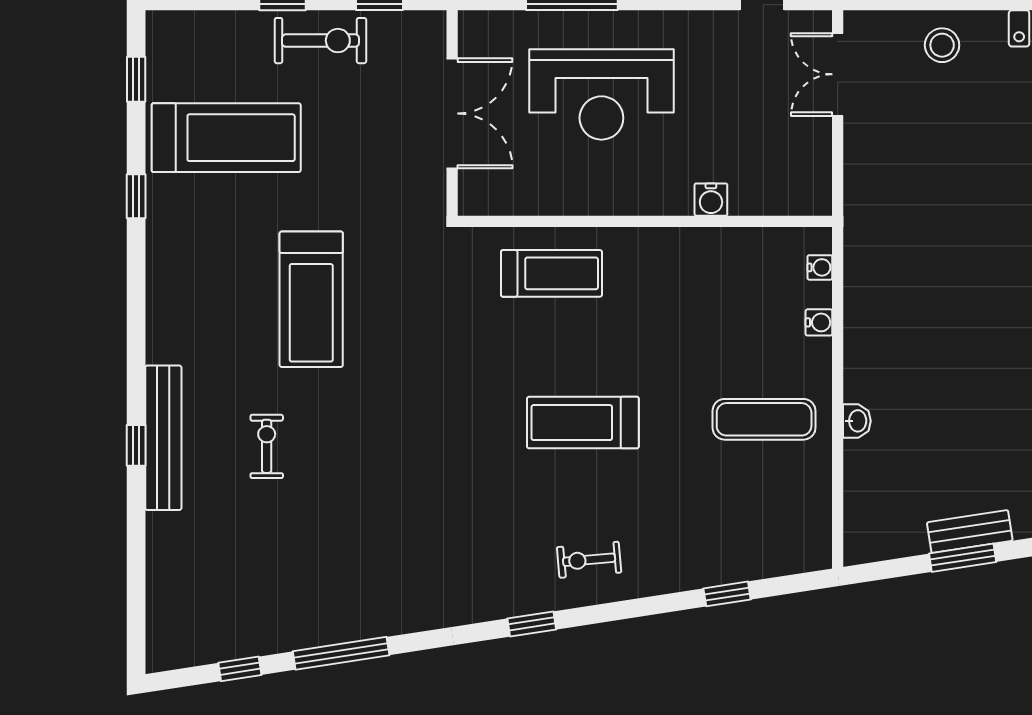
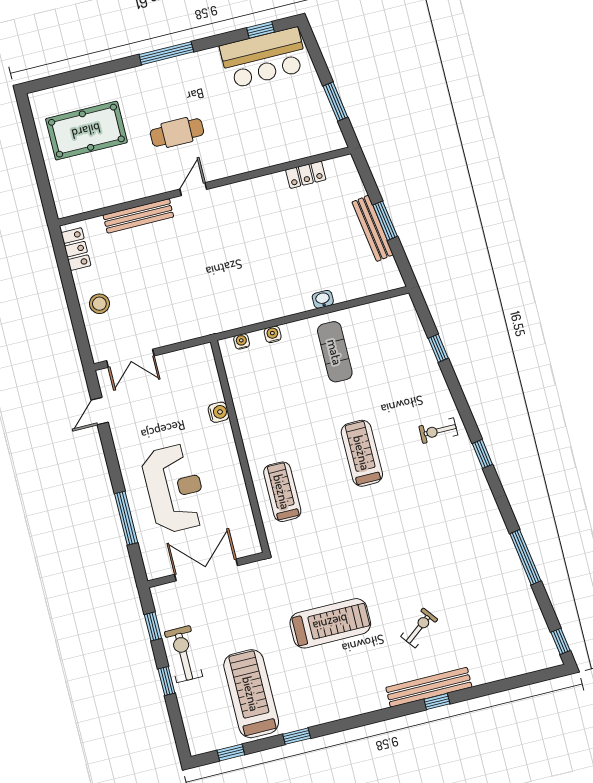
treadmill: (583, 423) -> (362, 453), turned 180
exercise bike: (267, 446) -> (419, 628), turned 142
bench: (970, 531) -> (373, 228), width x1.36
exercise bike: (589, 560) -> (438, 431), turned 95
window: (240, 669) -> (561, 641), moved

